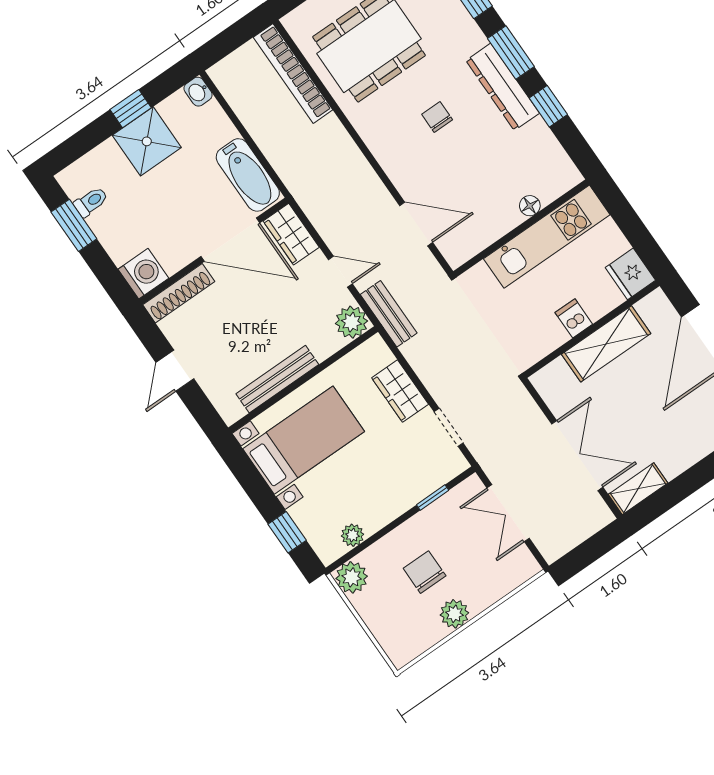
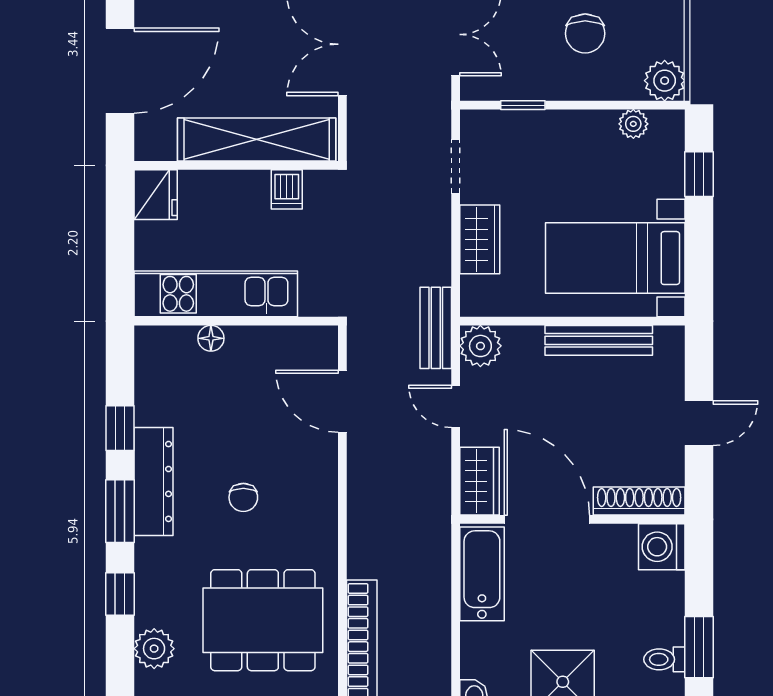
dishwasher: (574, 318) -> (287, 189), moved
shelving: (606, 344) -> (257, 140), width x1.47

